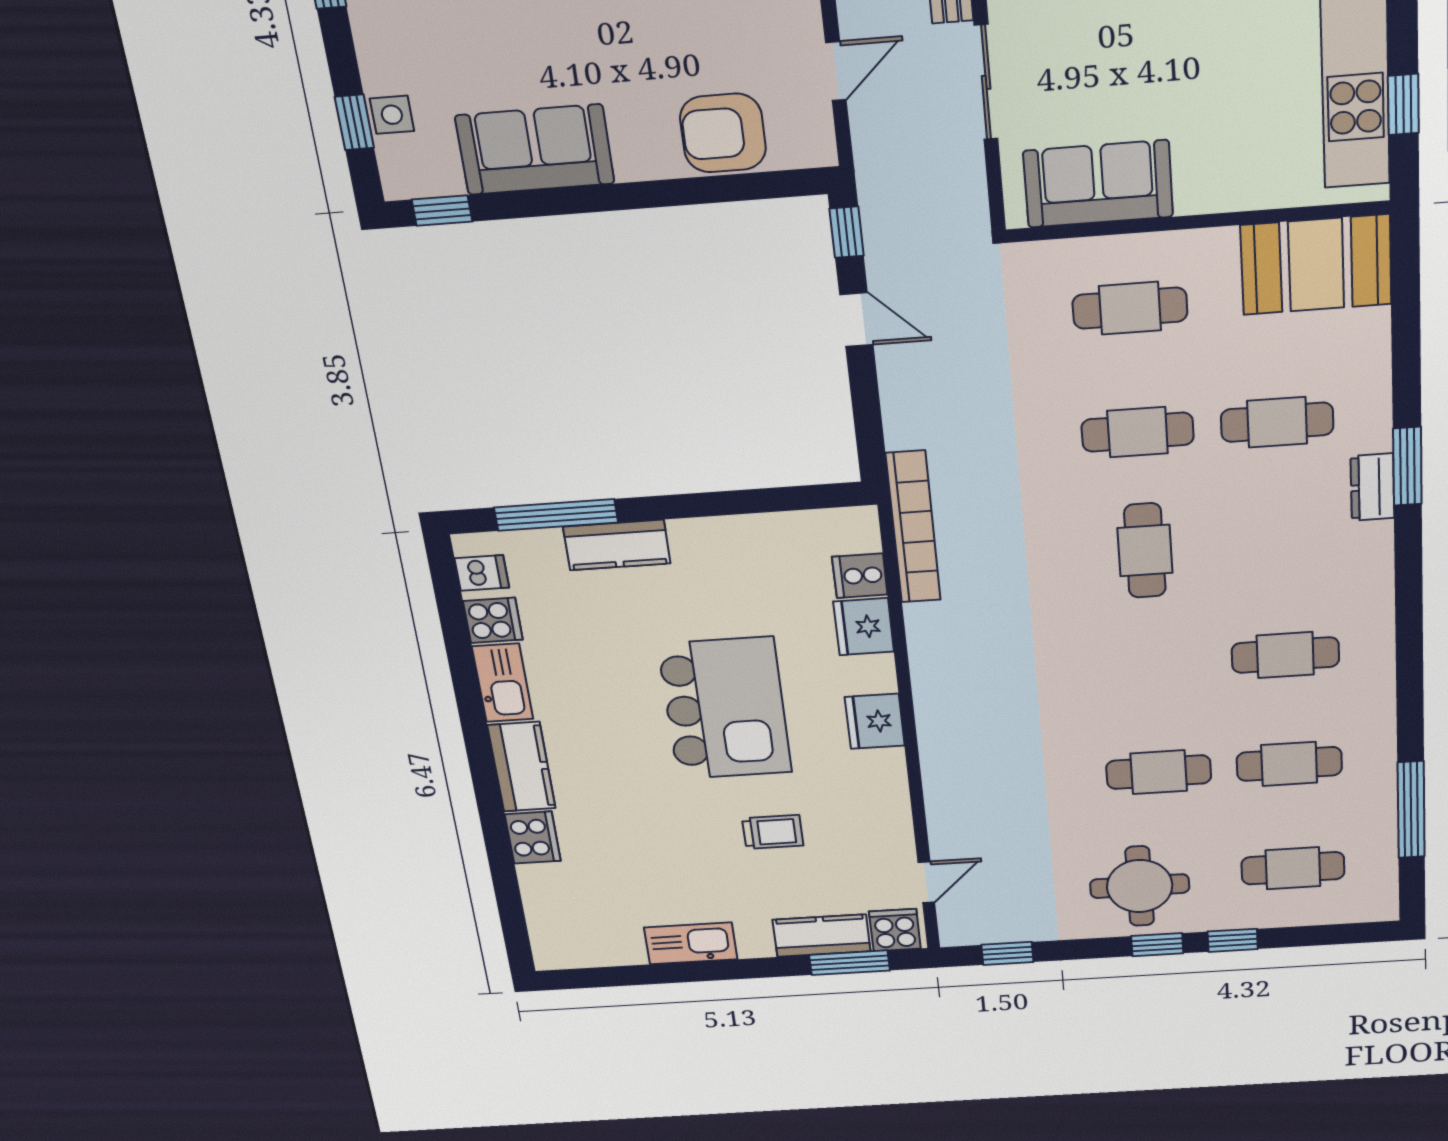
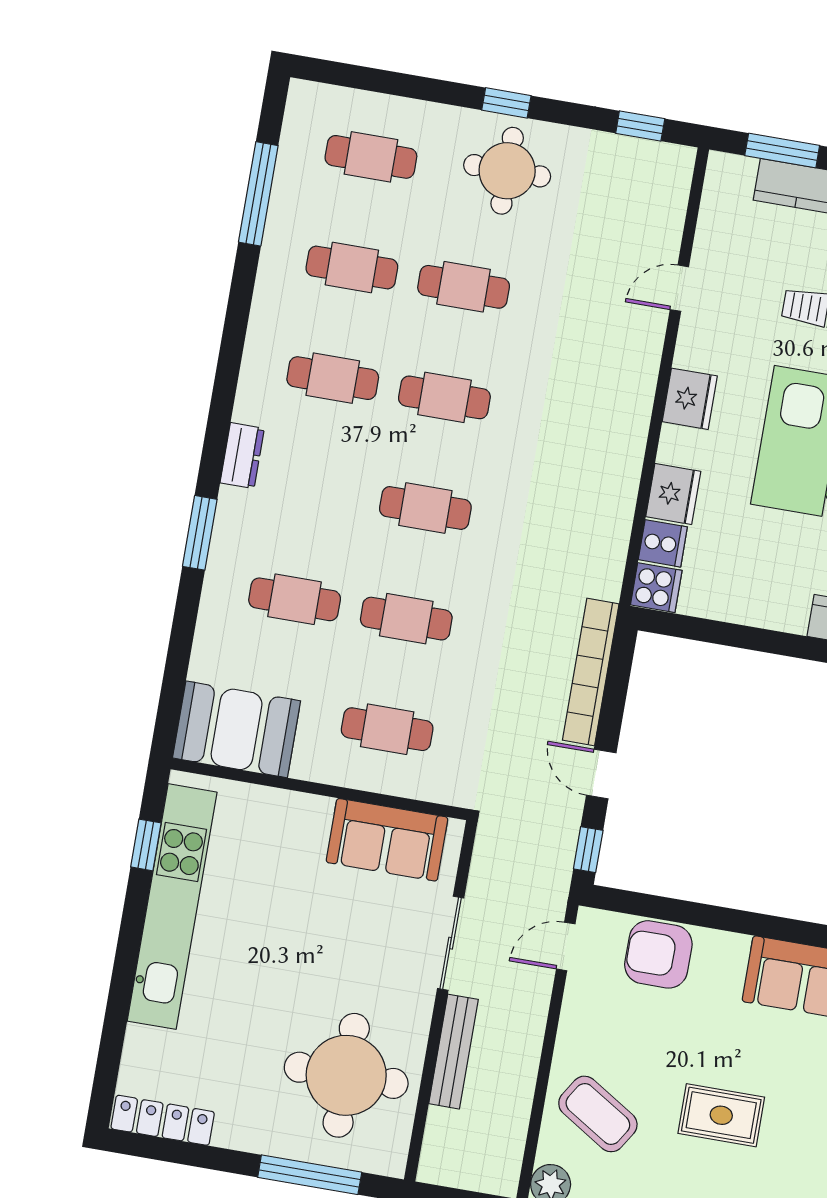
door: (836, 71) -> (566, 946), moved
armchair: (723, 133) -> (658, 954), turned 180
dresser: (1372, 487) -> (242, 456), moved
bookcase: (913, 527) -> (591, 672), moved
cafe table: (1145, 551) -> (425, 508), turned 90
cafe table: (1152, 664) -> (444, 397), added
door: (926, 882) -> (679, 288), moved
cooker: (895, 930) -> (656, 588), moved, turned -90
window: (1233, 940) -> (439, 91), removed

